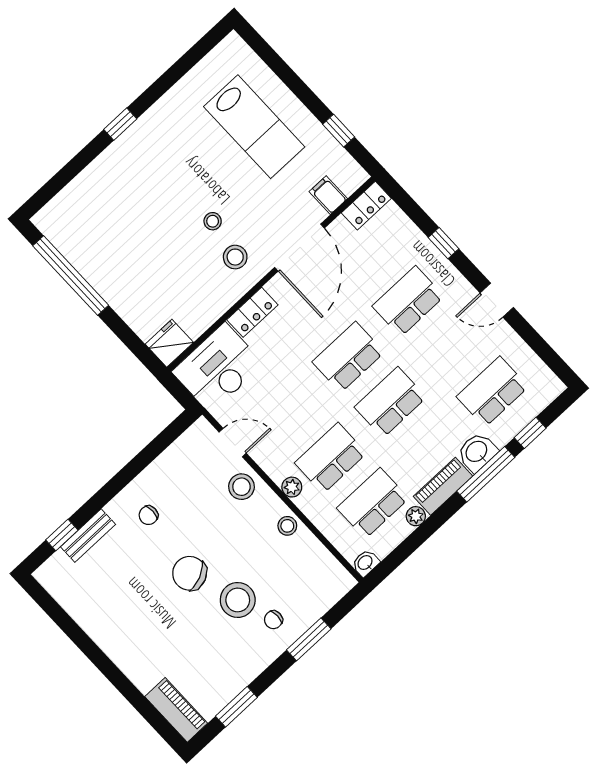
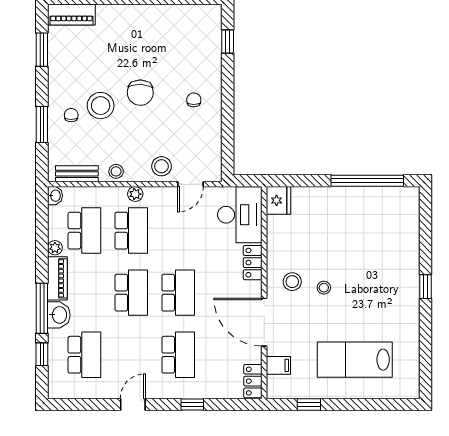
bench: (88, 536) -> (77, 174), moved, turned 90
chair: (190, 573) -> (140, 93), turned 116

